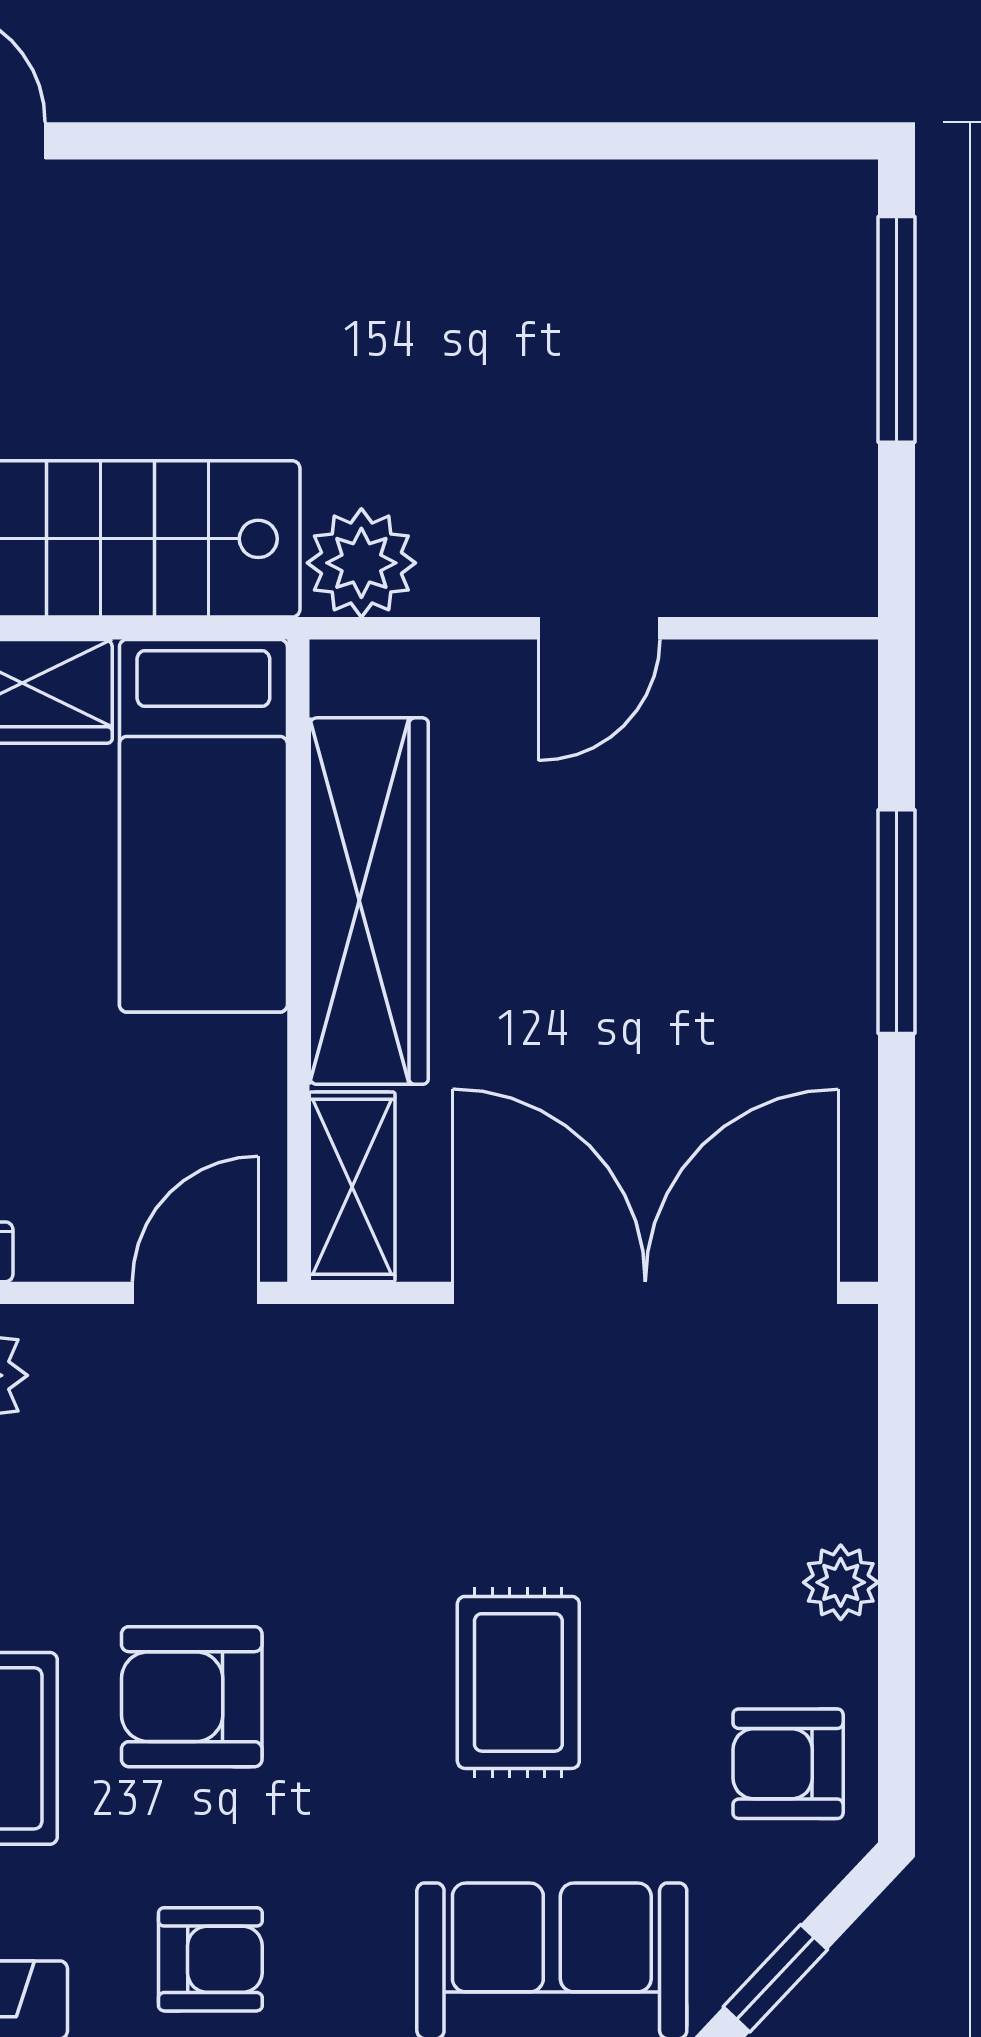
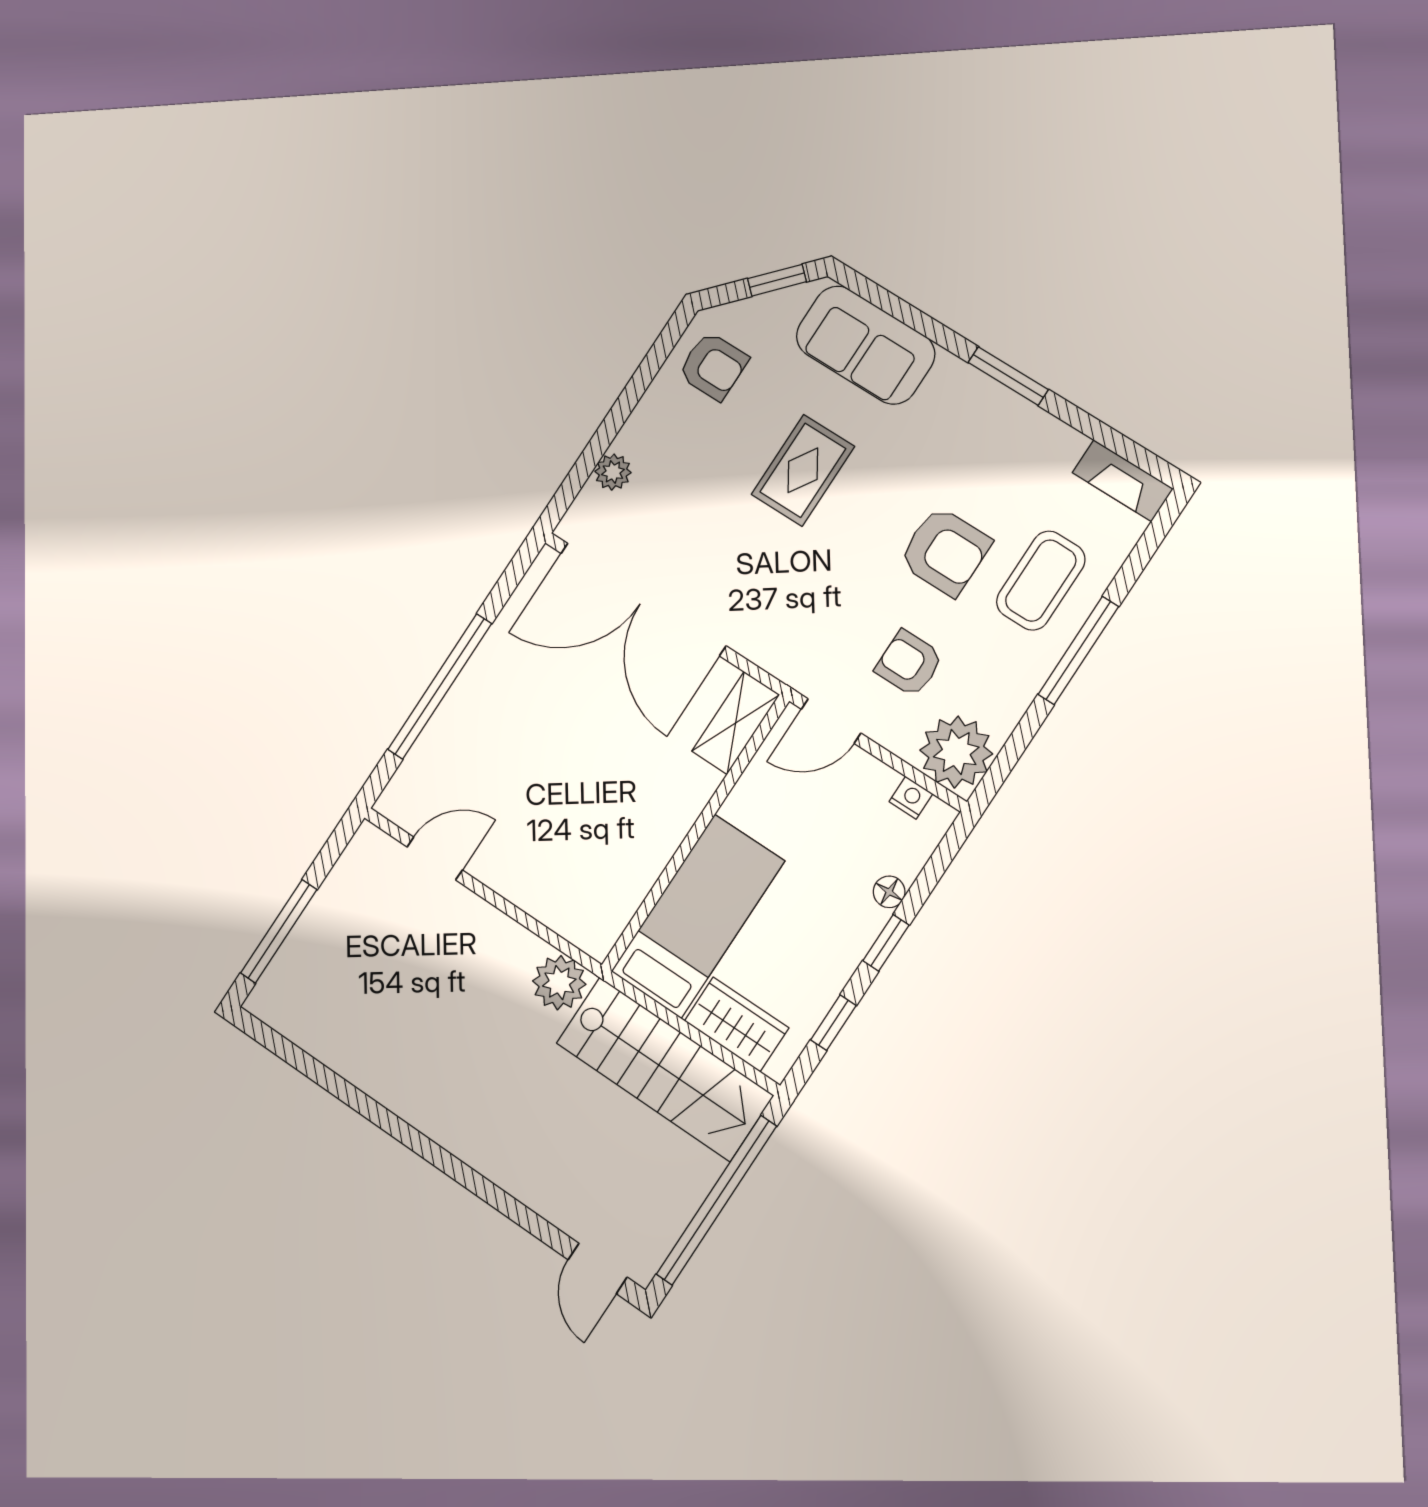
door: (599, 628) -> (435, 858), moved
wardrobe: (369, 901) -> (650, 838), removed
window: (897, 922) -> (440, 687), width x1.46
plant: (841, 1582) -> (613, 472), moved
armchair: (210, 1959) -> (909, 663), moved

